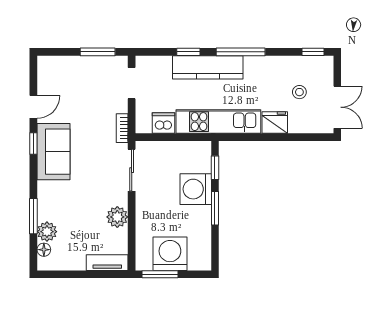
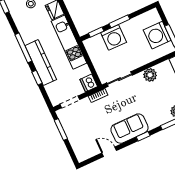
dishwasher: (164, 123) -> (89, 83), moved
window: (33, 144) -> (143, 136), moved

